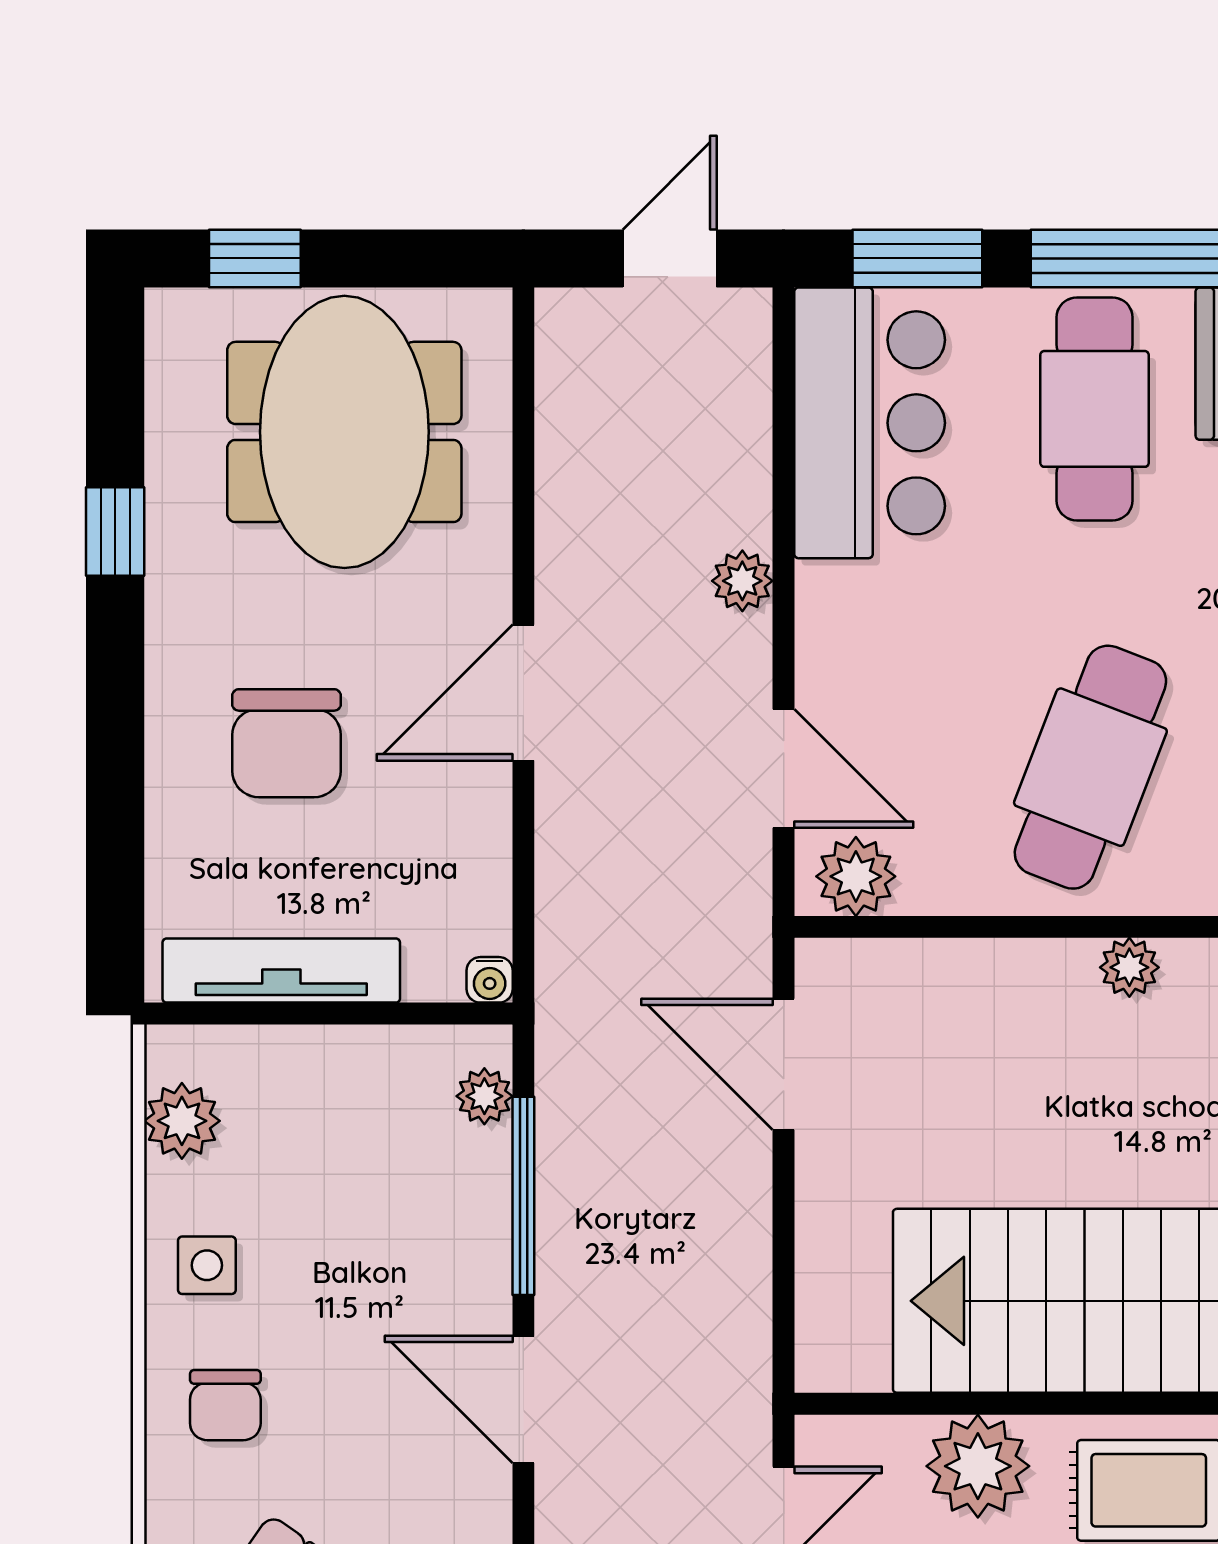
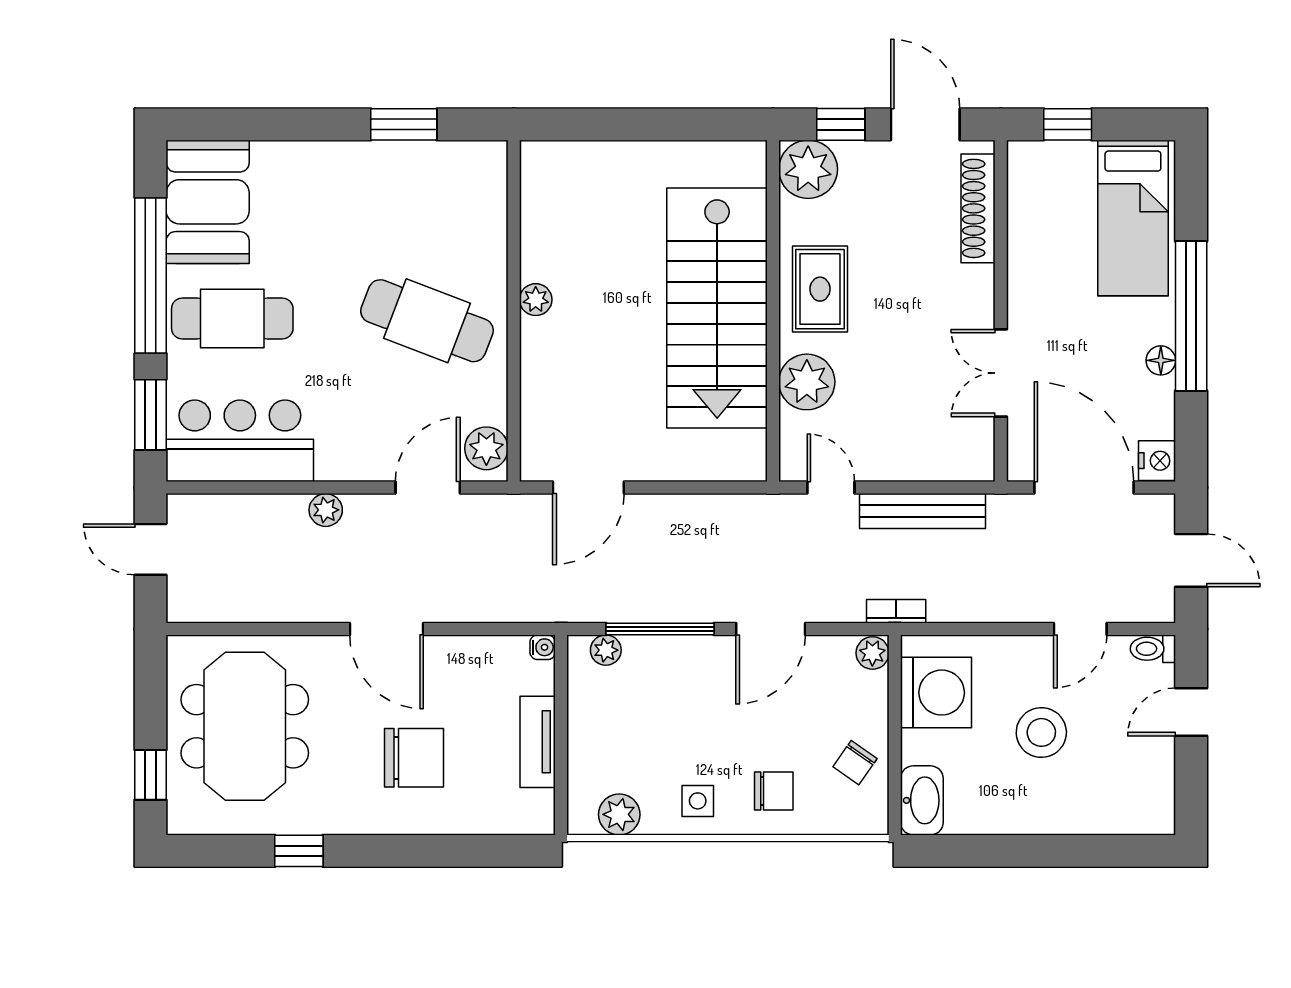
meeting table: (344, 432) -> (245, 726), turned 90
tv unit: (281, 971) -> (538, 742), width x0.71

